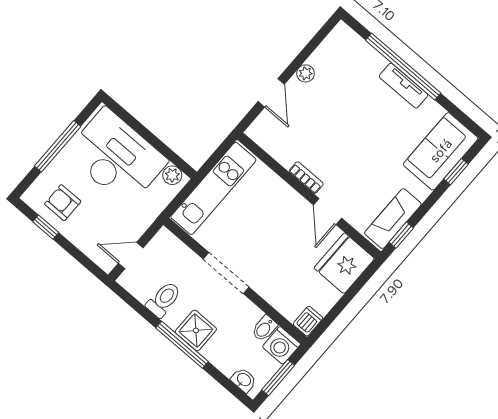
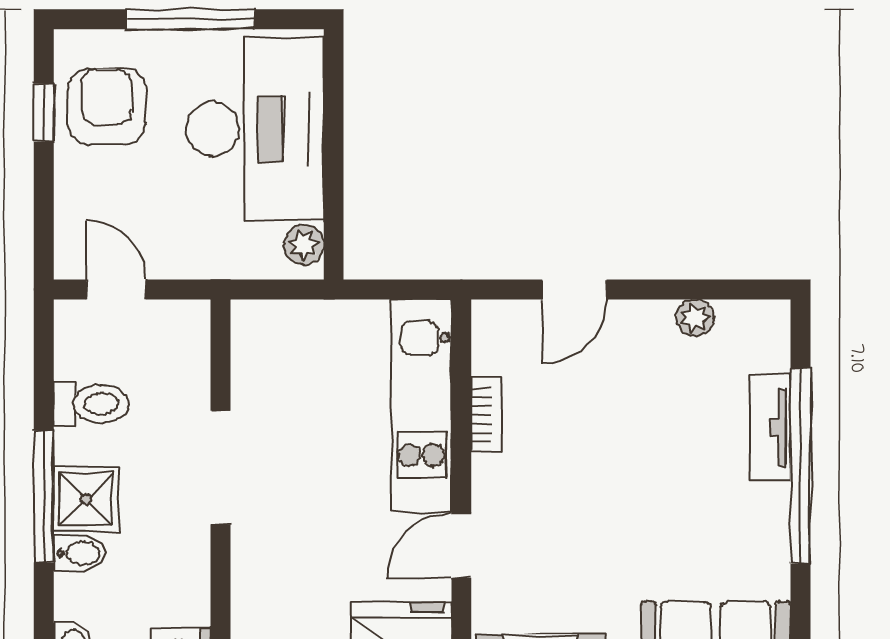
plant: (306, 73) -> (695, 318), moved
tv unit: (404, 86) -> (770, 428), moved
bookcase: (306, 178) -> (486, 415), moved
kitchen unit: (213, 188) -> (421, 406), moved, turned 90
armchair: (63, 203) -> (107, 106), width x1.38, depth x1.38
bidet: (264, 328) -> (80, 553), moved, turned 180

